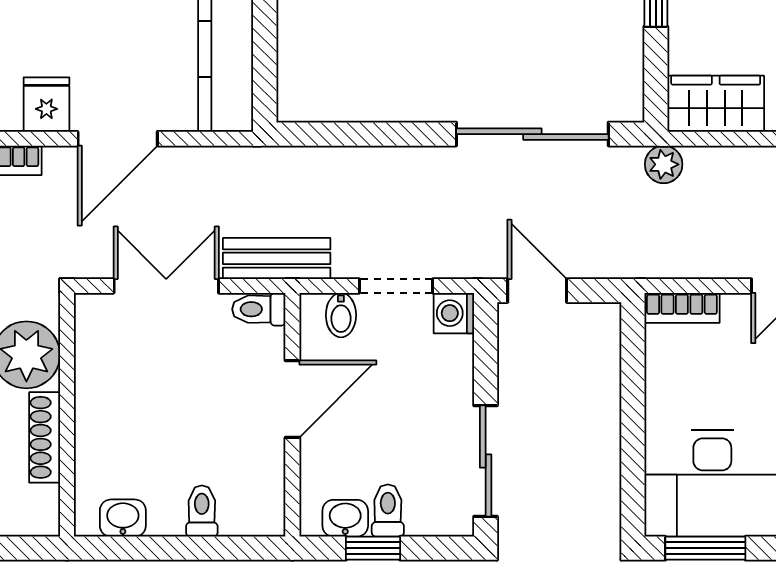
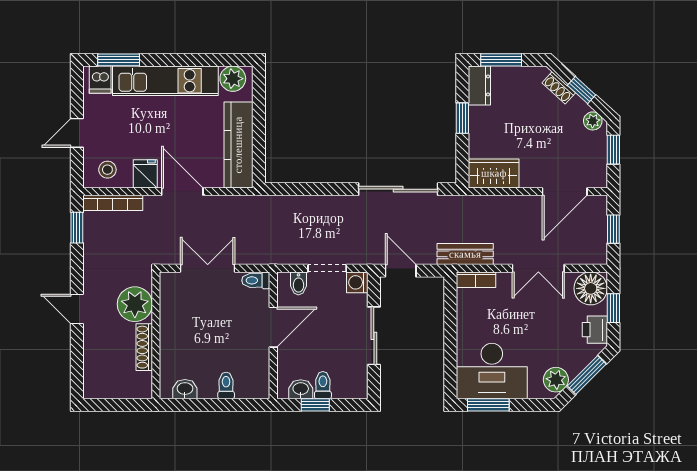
door: (118, 139) -> (182, 192), swing flipped
plant: (664, 164) -> (466, 205), removed
bench: (277, 258) -> (465, 254), moved
sliding door: (486, 461) -> (374, 336), moved

